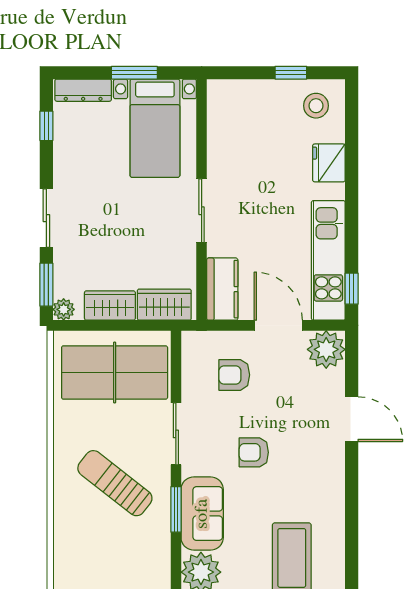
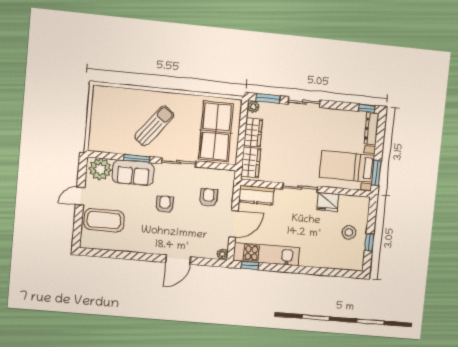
window: (134, 73) -> (376, 173), moved
stool: (316, 106) -> (349, 232), moved
window: (46, 126) -> (367, 108), moved
fridge: (329, 163) -> (328, 202), moved, turned 180
plant: (326, 349) -> (222, 254), width x0.53, depth x0.53

